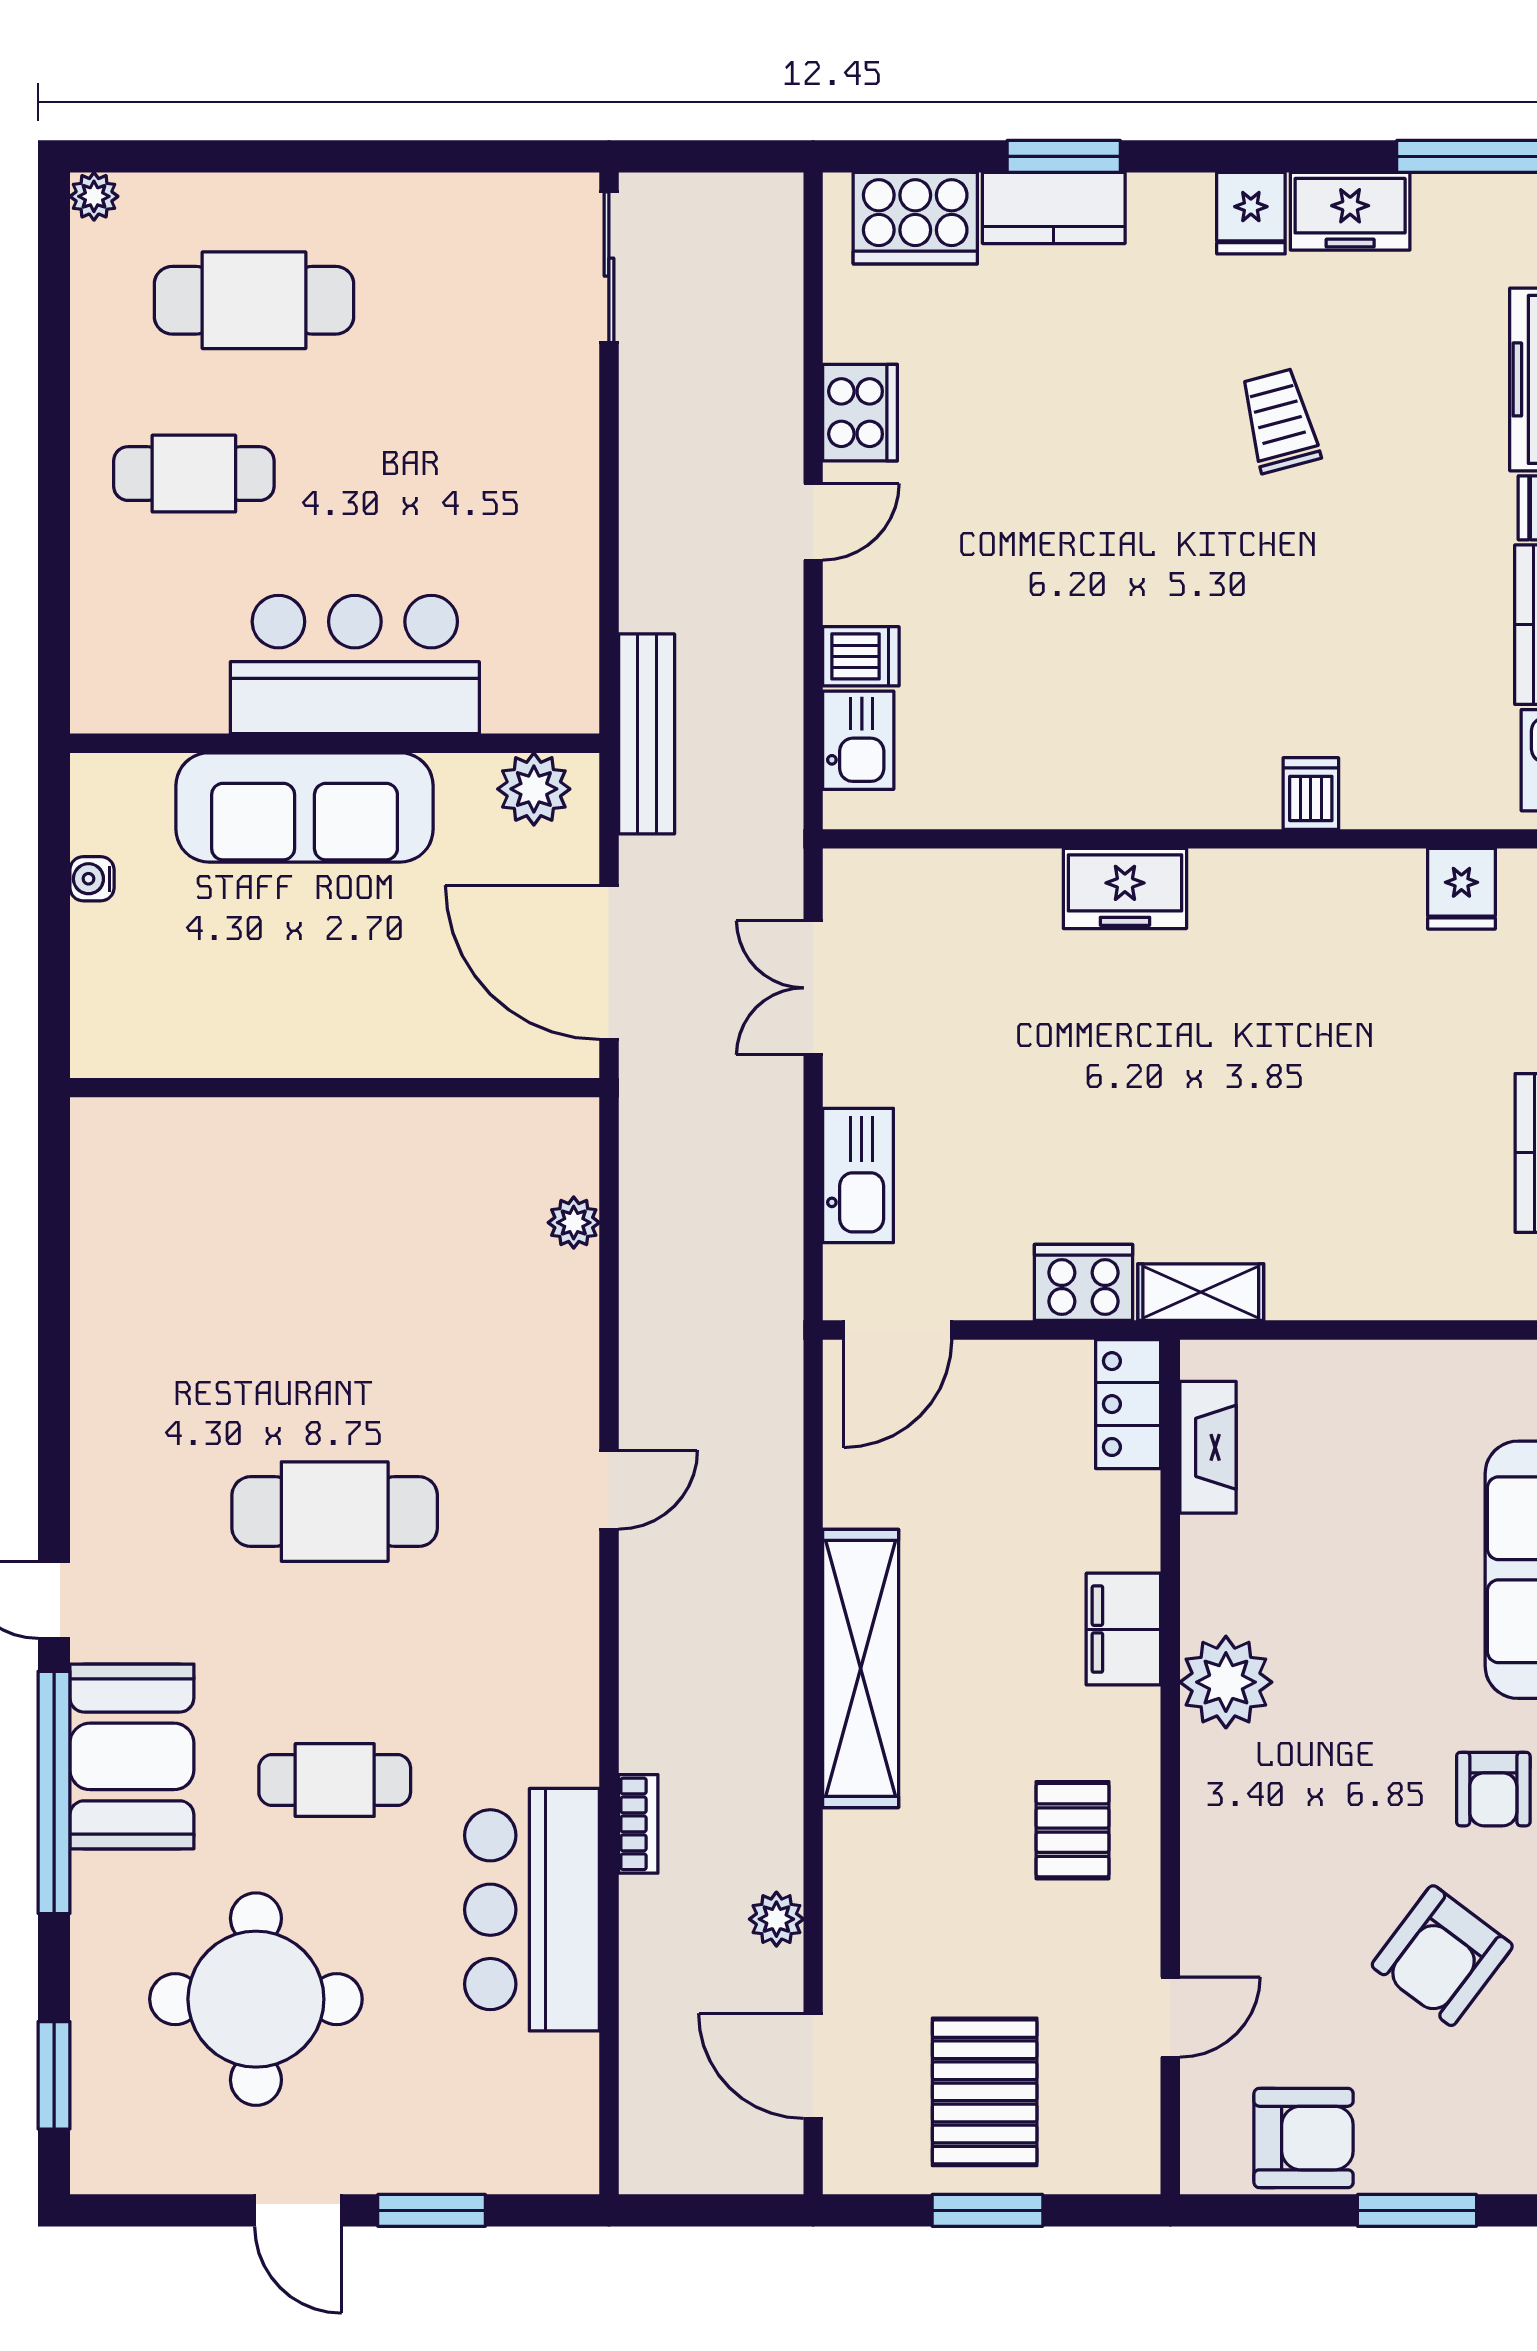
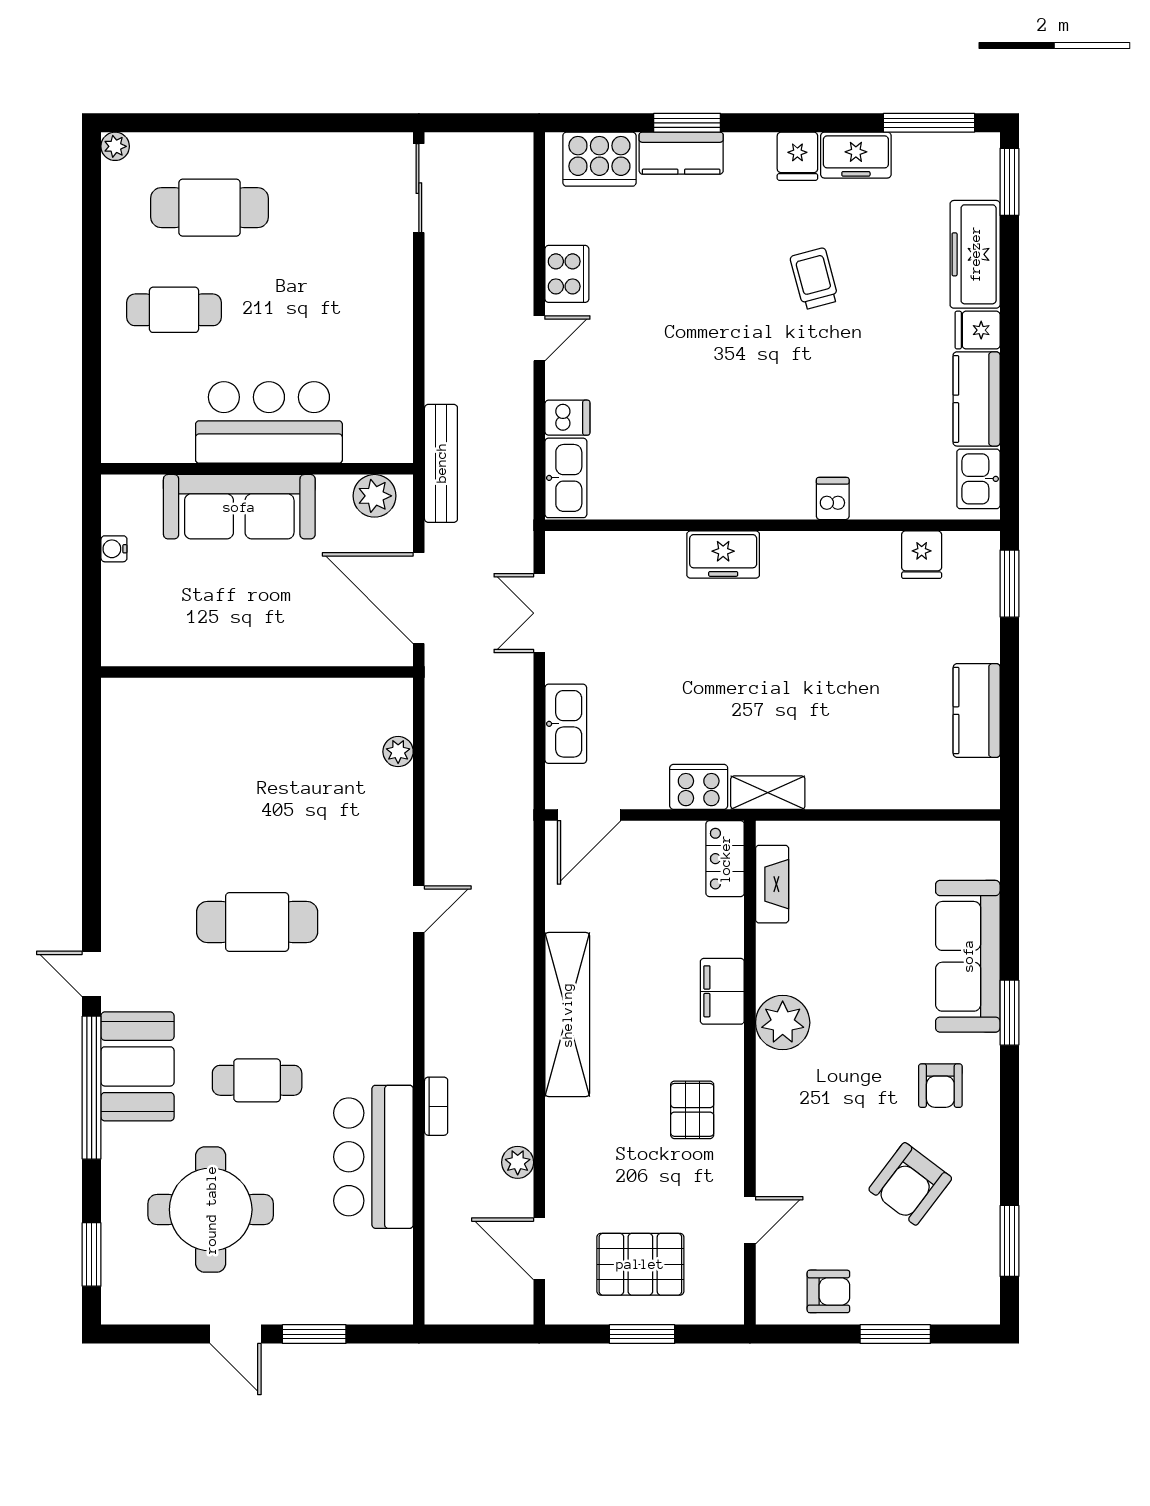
kitchen sink: (858, 740) -> (566, 478), width x1.38
pallet: (985, 2092) -> (640, 1264), turned 90
armchair: (1304, 2138) -> (828, 1291), width x0.72, depth x0.72

